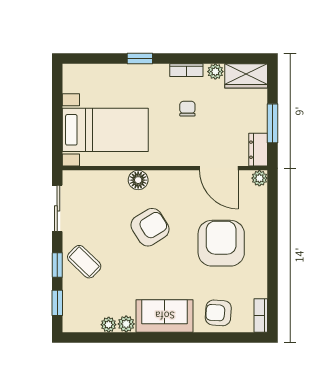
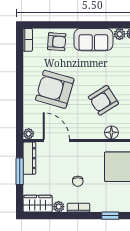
dresser: (258, 150) -> (29, 158), width x1.44
armchair: (221, 243) -> (55, 89), turned 106

